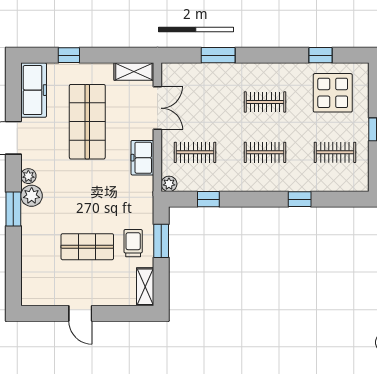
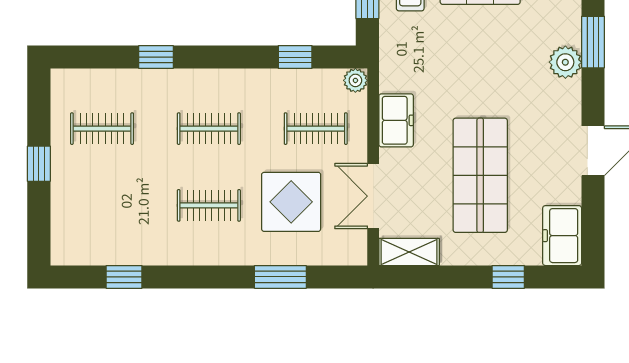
freezer: (34, 90) -> (562, 236), width x0.71
display table: (333, 93) -> (291, 202), moved
plant: (28, 176) -> (570, 92), removed

